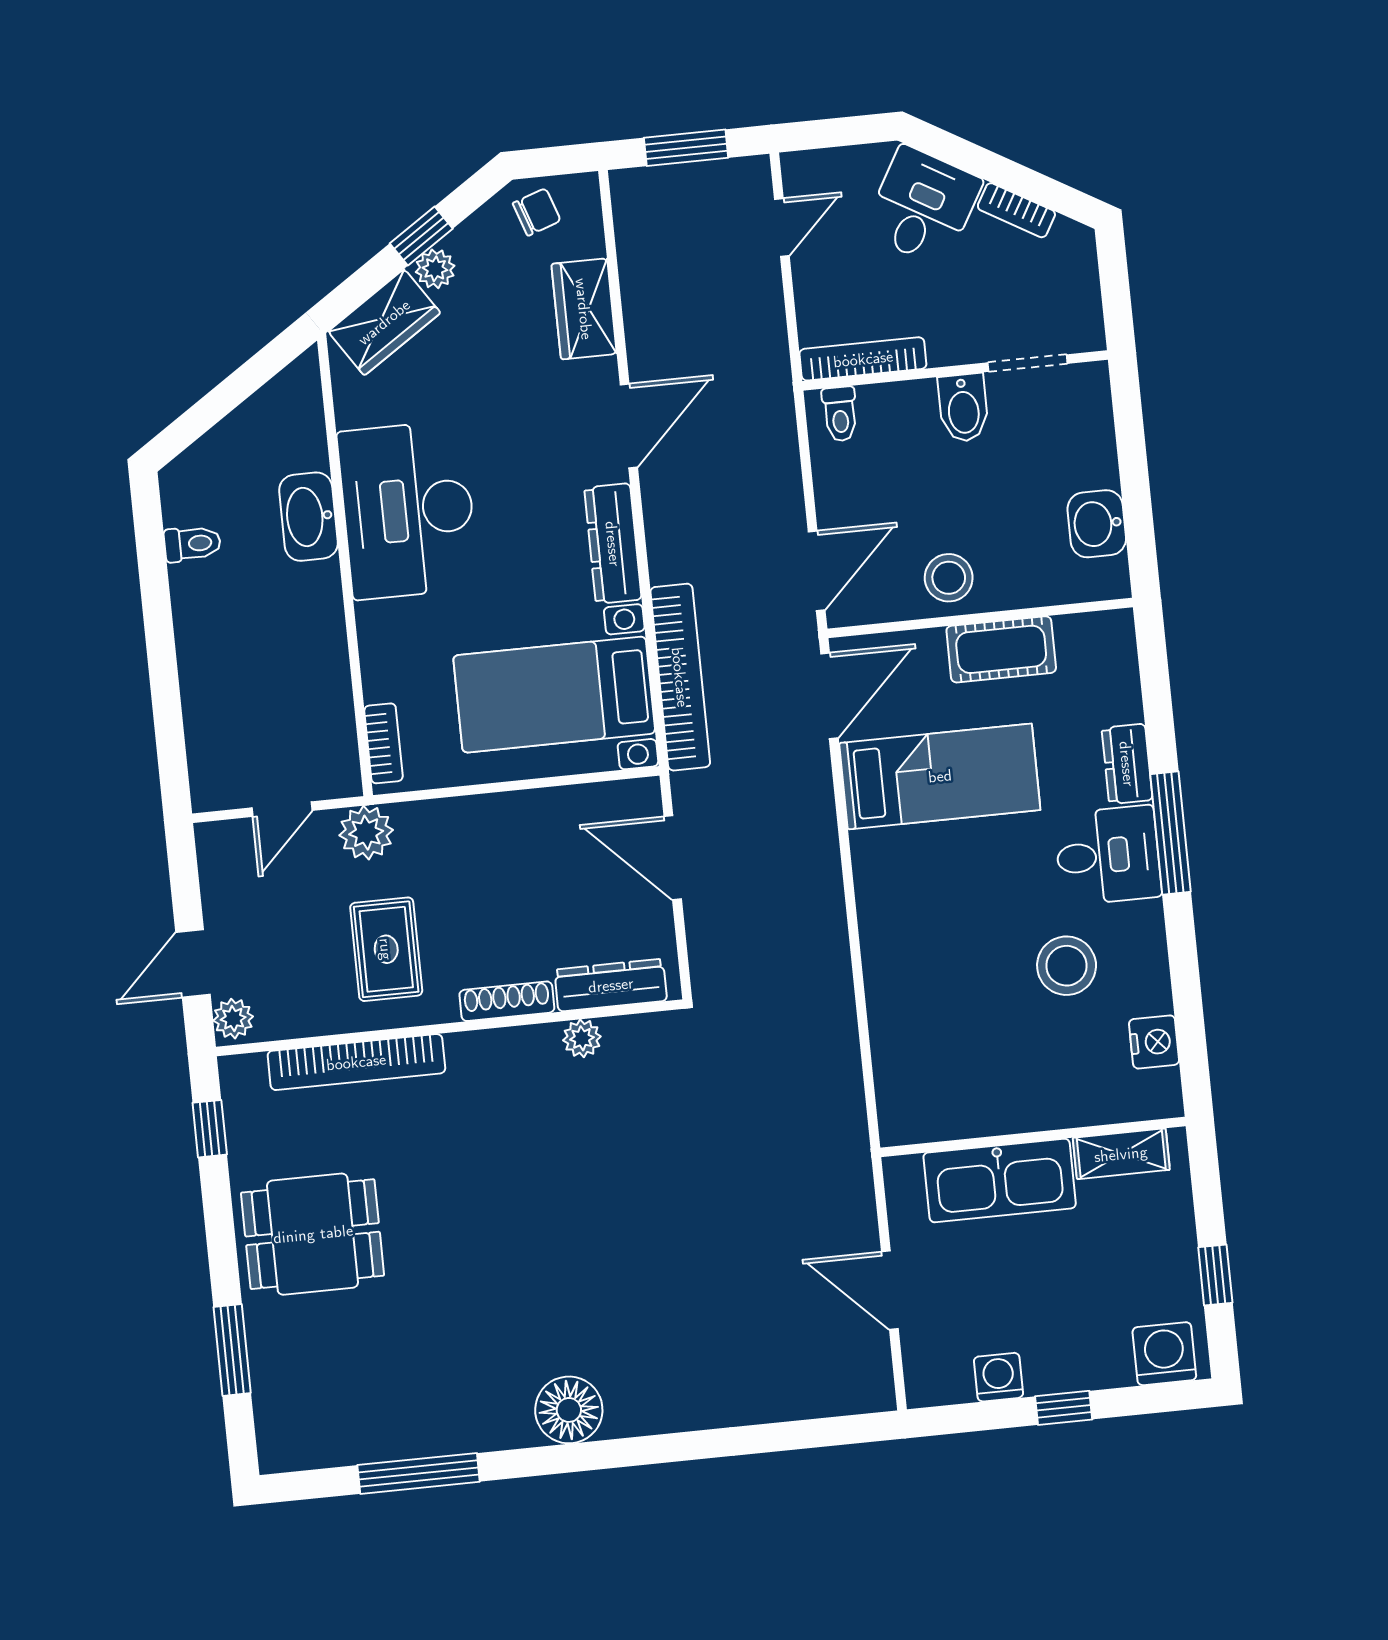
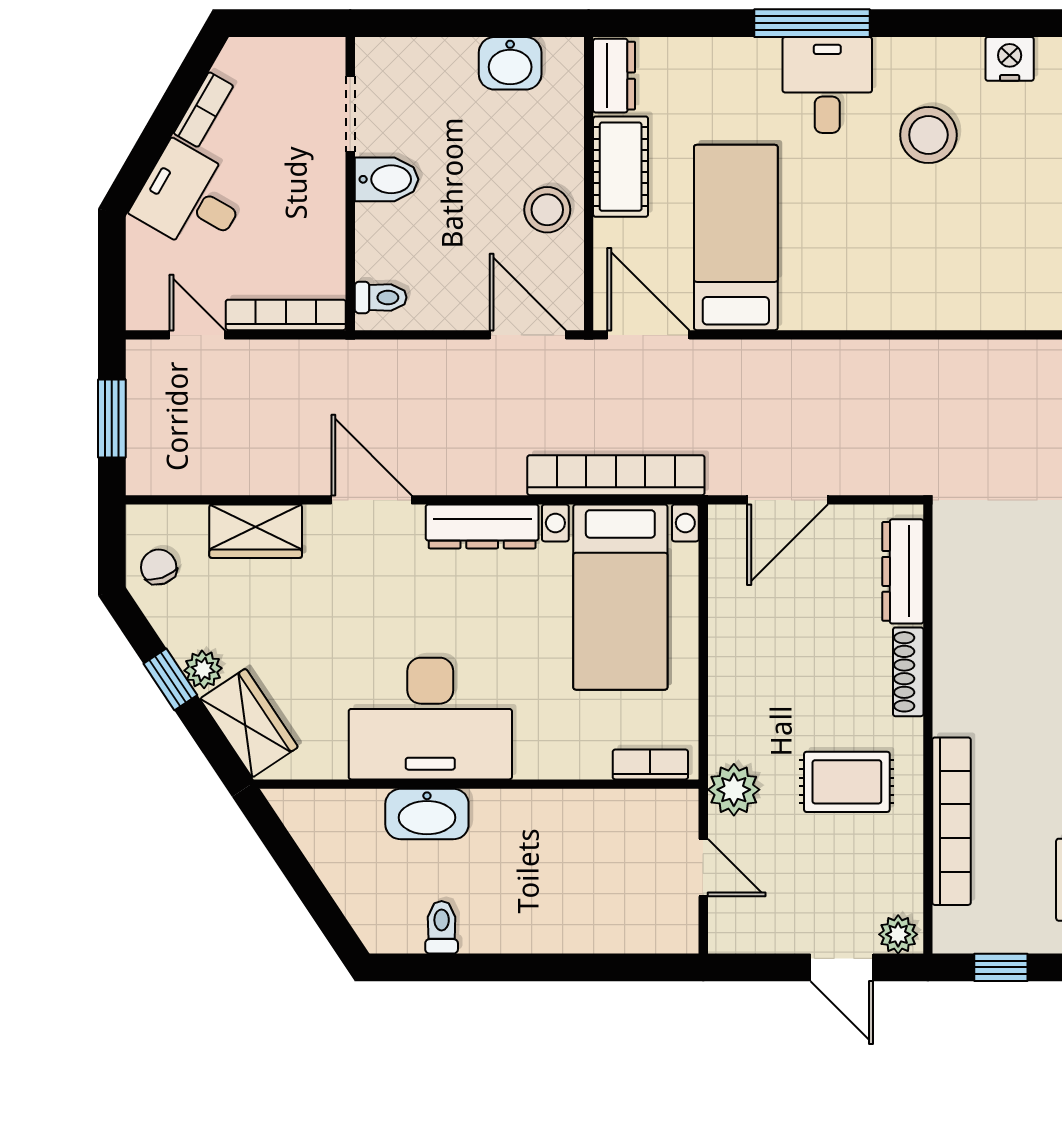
bookcase: (863, 359) -> (286, 315), moved, turned 90
dresser: (1127, 764) -> (614, 76), moved, turned -90
plant: (582, 1038) -> (951, 604), removed

